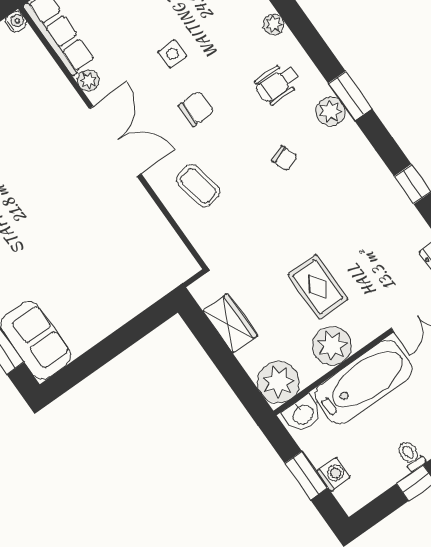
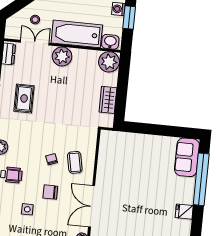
side table: (172, 54) -> (27, 209), moved
chair: (285, 159) -> (52, 159), moved
rug: (318, 287) -> (24, 98), moved
plant: (332, 346) -> (62, 56), moved

